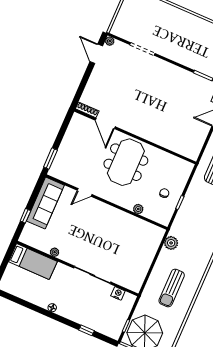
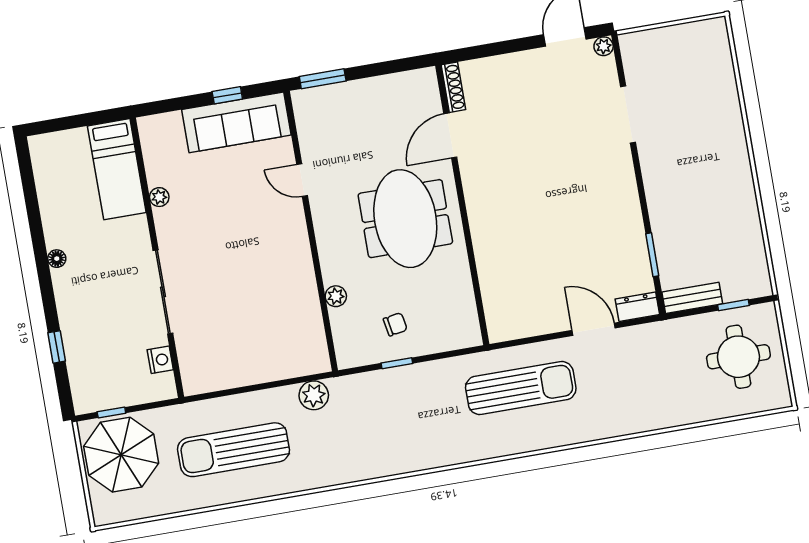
meeting table: (126, 162) -> (405, 219), turned 90
window: (25, 216) -> (227, 95), moved
sun lounger: (172, 288) -> (234, 450), width x1.36, depth x1.34

